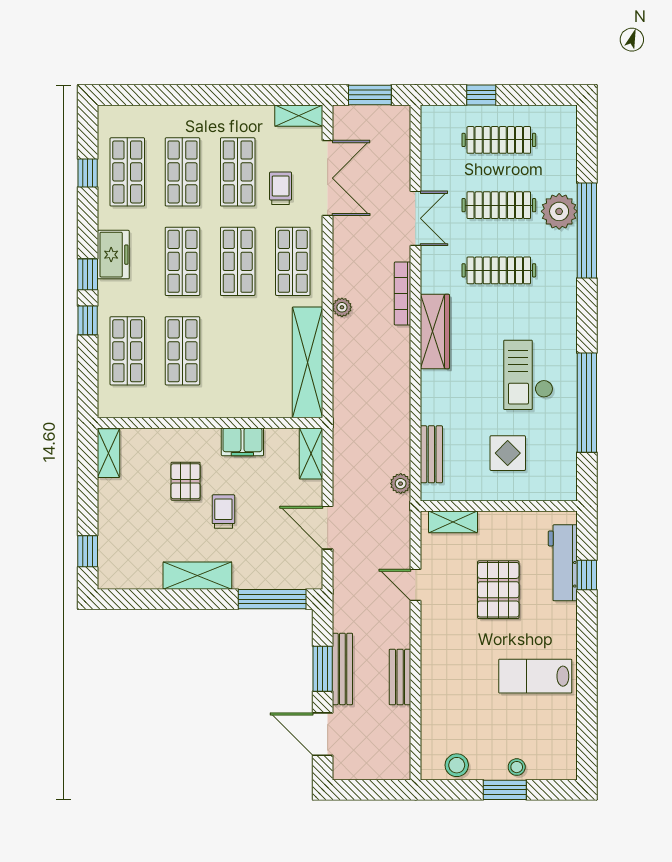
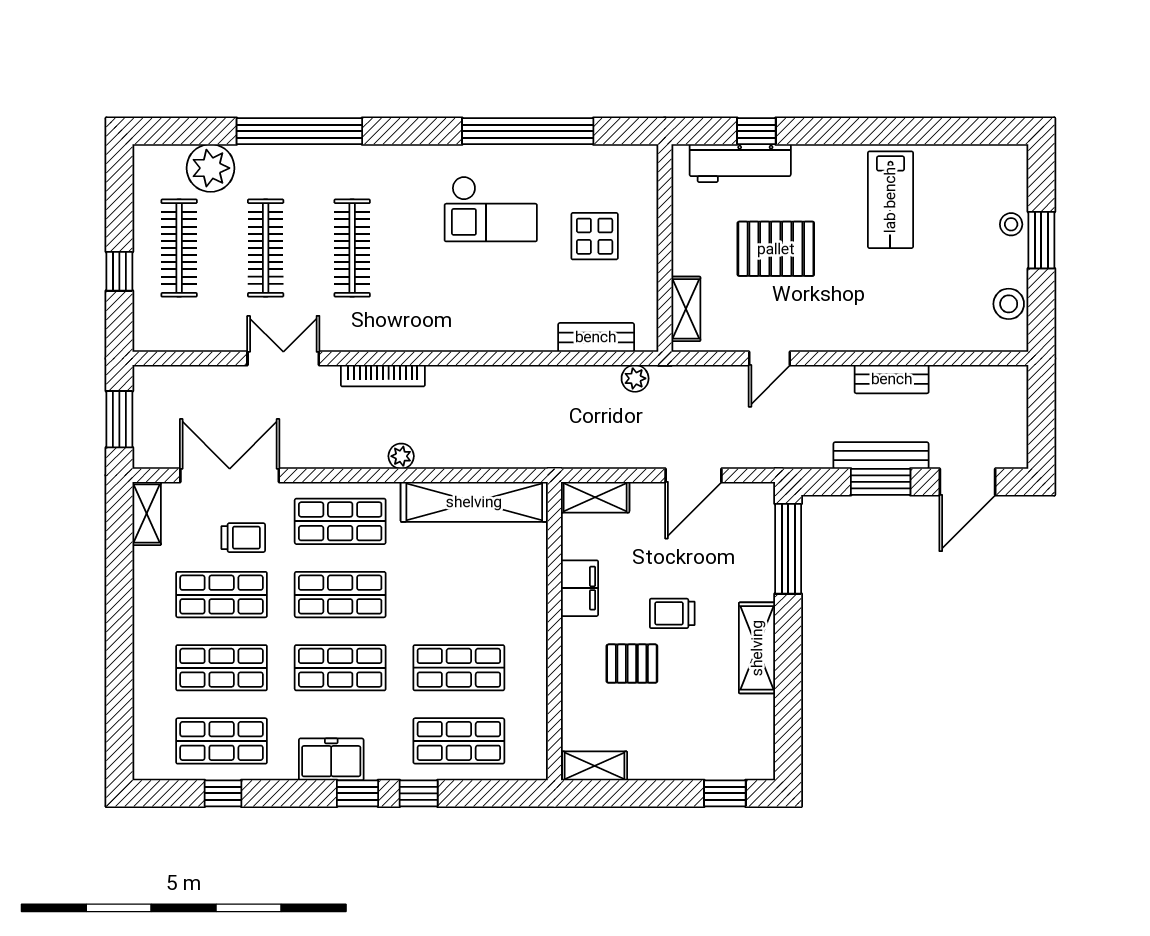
trolley: (281, 188) -> (243, 538), turned 180
plant: (559, 211) -> (211, 168), moved
wardrobe: (435, 331) -> (433, 333), removed

